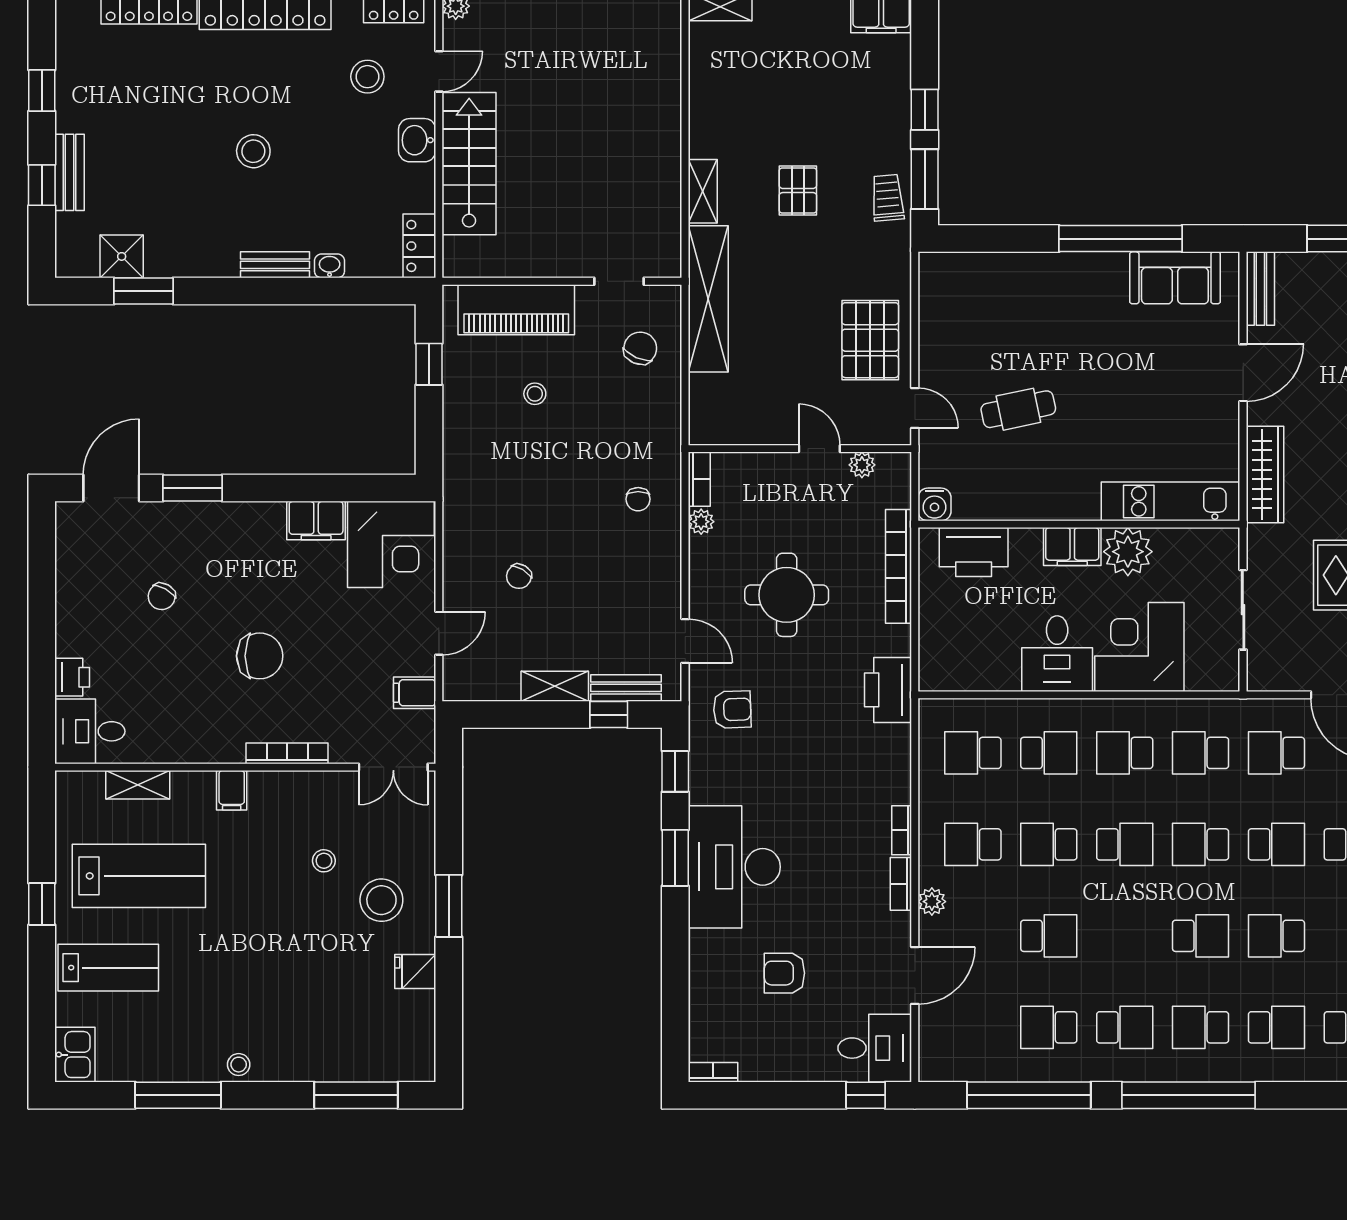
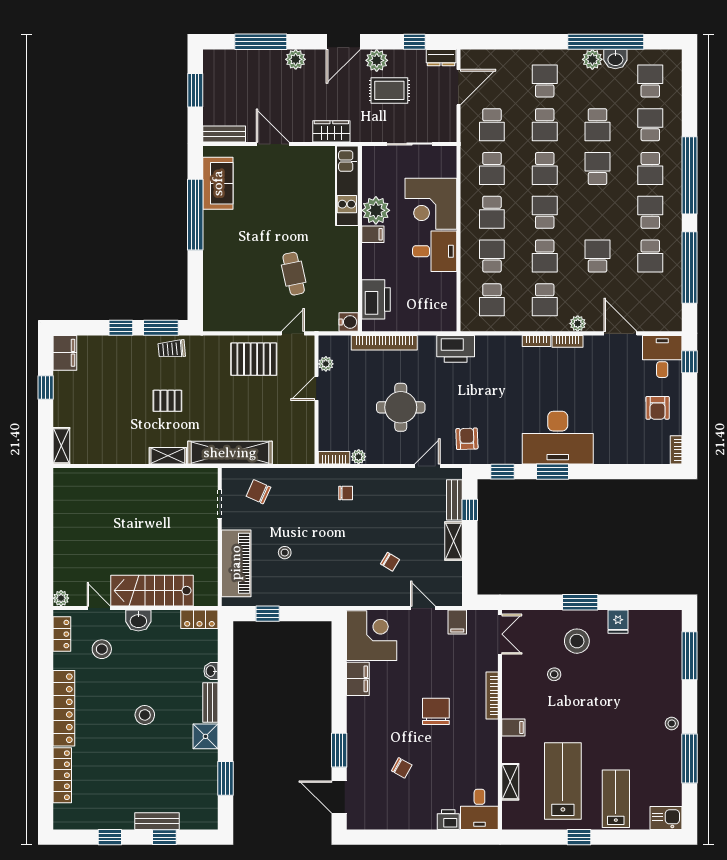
shower: (122, 256) -> (205, 736), moved
wardrobe: (1265, 475) -> (331, 131), width x0.67
filing cabinet: (1072, 547) -> (373, 234), width x0.50
school desk: (1276, 844) -> (545, 125), turned 180
armchair: (784, 973) -> (658, 408), moved

